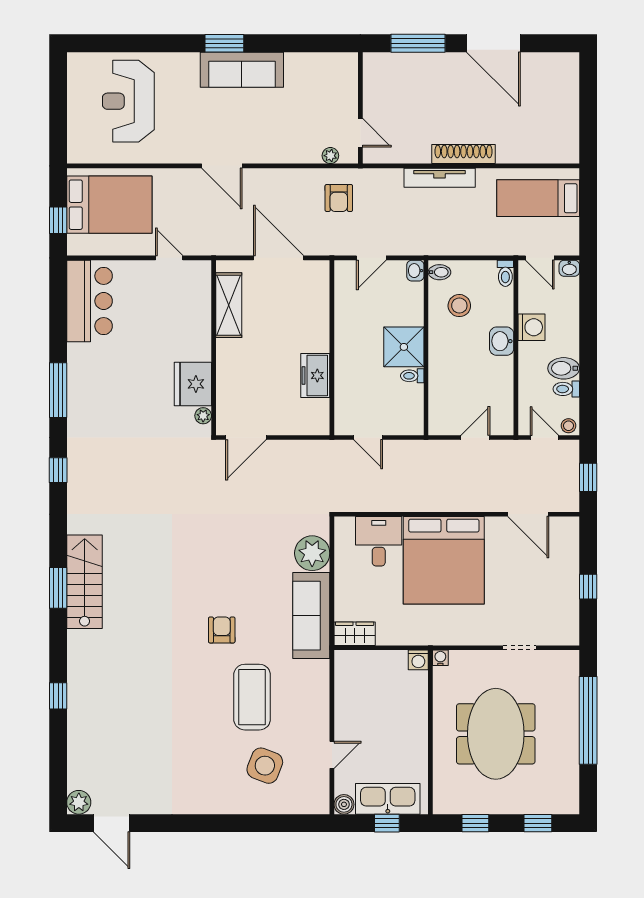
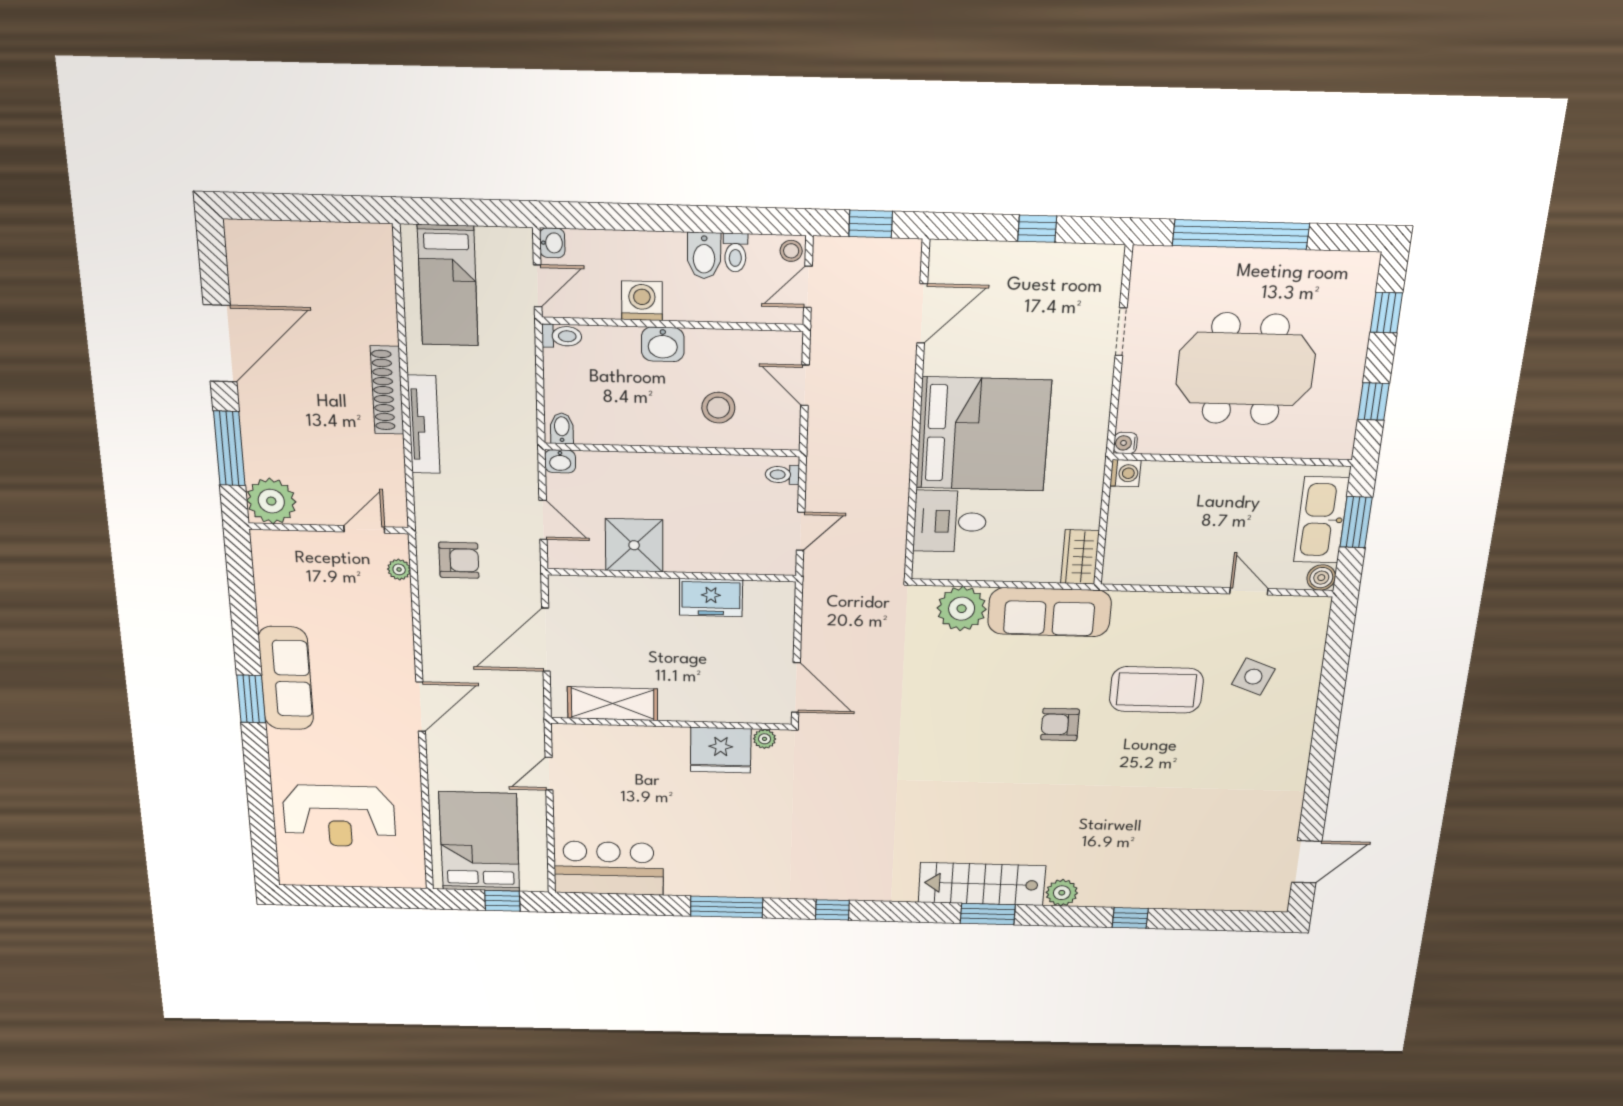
plant: (380, 69) -> (271, 501), added
stool: (459, 306) -> (718, 408), moved
shower: (404, 347) -> (634, 545), moved
toilet: (412, 376) -> (782, 475), moved, turned 90
side table: (265, 766) -> (1253, 677), width x0.73, depth x0.73
plant: (79, 802) -> (1062, 893), moved
window: (387, 823) -> (1356, 522), width x1.50

